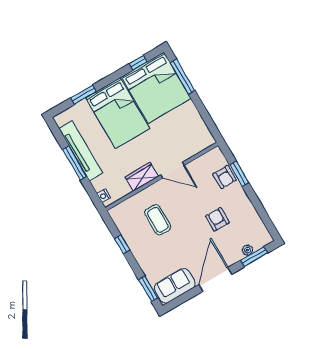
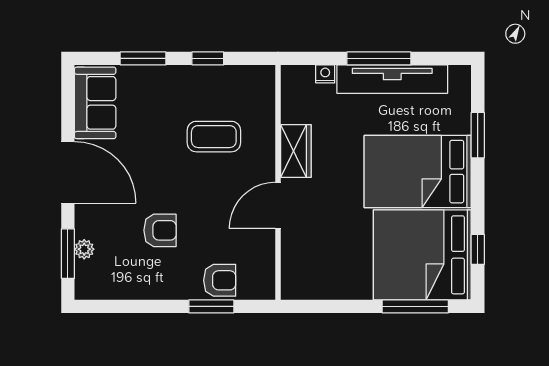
armchair: (225, 177) -> (220, 280), turned 180
nightstand: (104, 196) -> (325, 74), moved
window: (148, 289) -> (143, 58), moved

